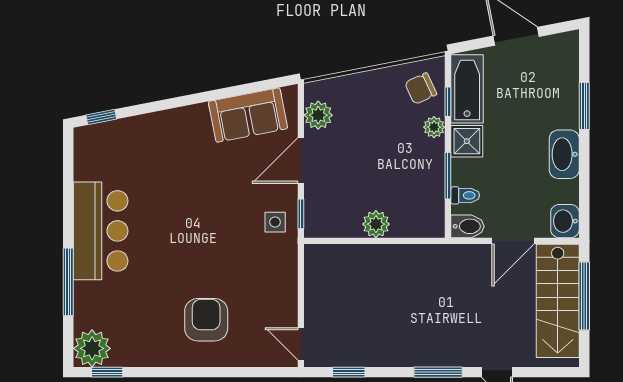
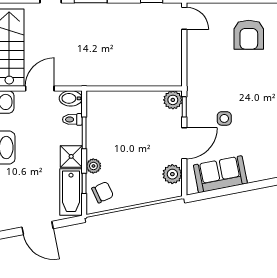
side table: (275, 222) -> (224, 118), moved
plant: (376, 224) -> (173, 100), moved

